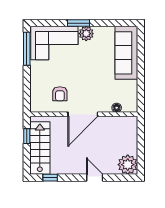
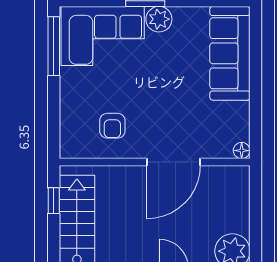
floor lamp: (117, 108) -> (242, 151), moved
door: (83, 114) -> (174, 162), moved

